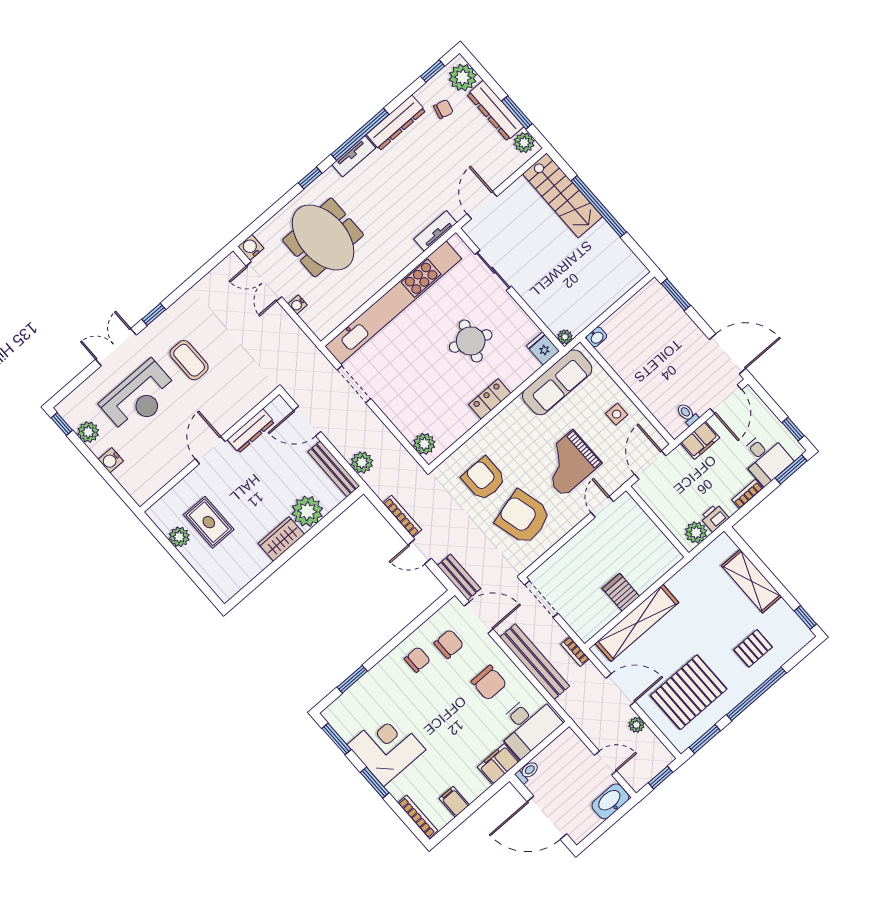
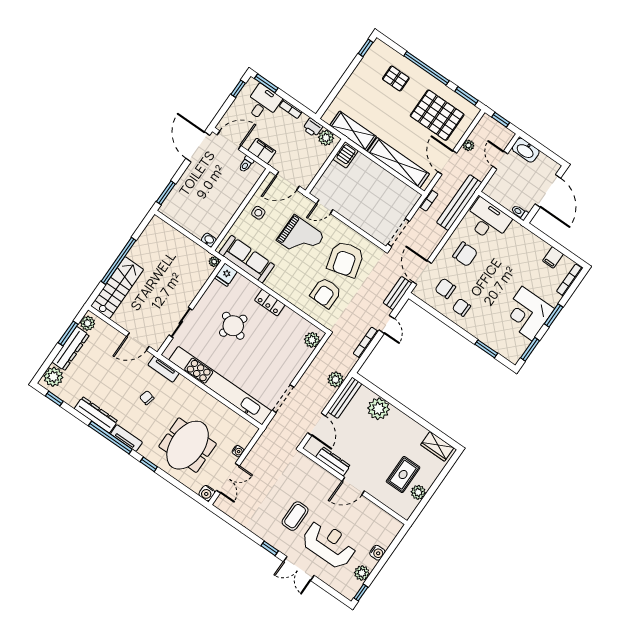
chair: (443, 109) -> (147, 398), moved
wardrobe: (281, 539) -> (437, 446), moved
shelving: (752, 581) -> (353, 131), moved, turned 90
server rack: (621, 592) -> (346, 155), moved
bench: (535, 662) -> (459, 203), moved
chair: (489, 683) -> (465, 254), turned 90
filing cabinet: (498, 764) -> (519, 234), removed

